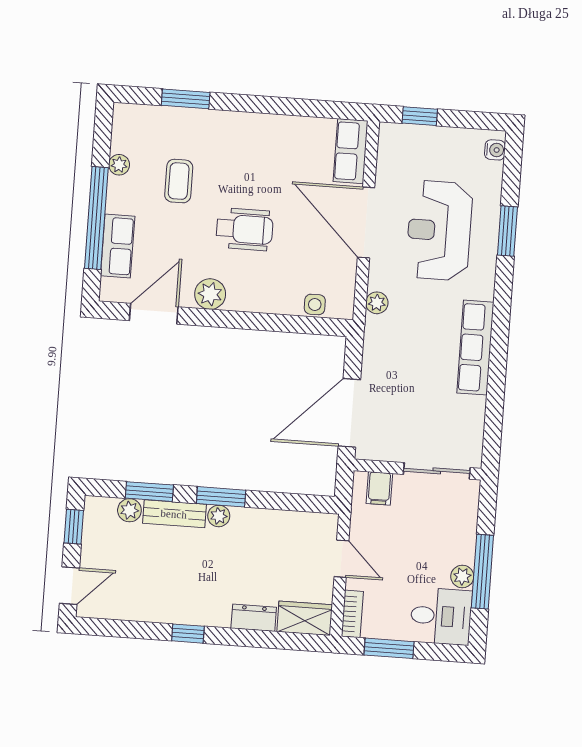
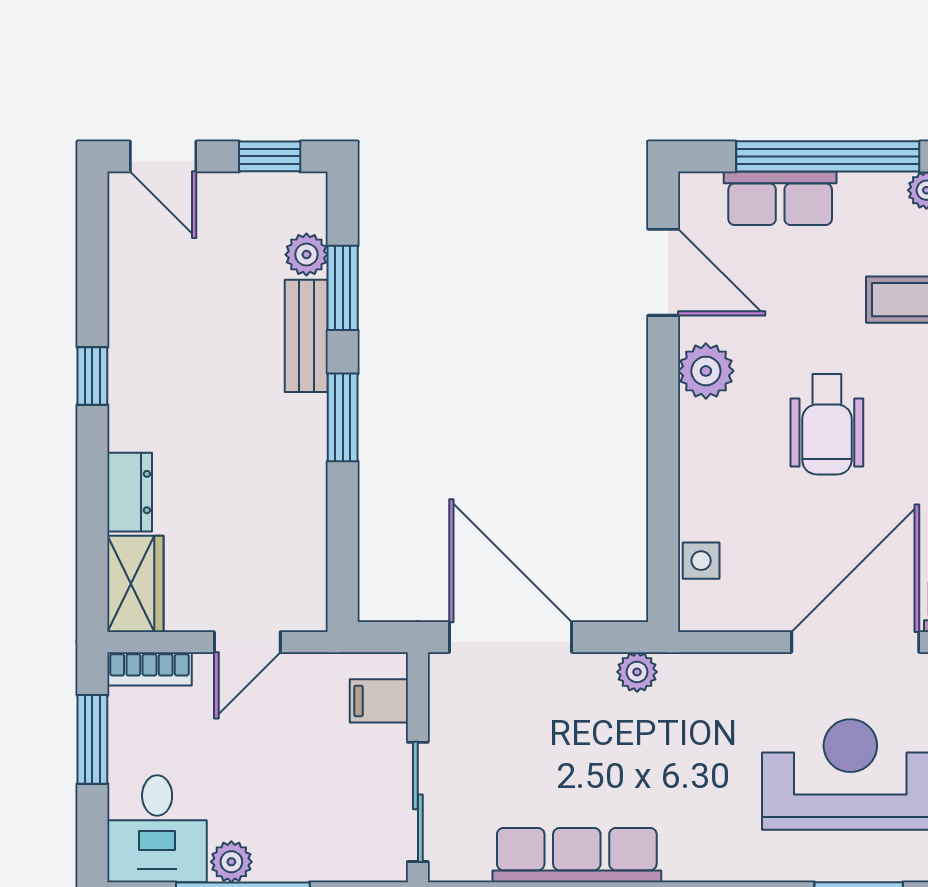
plant: (377, 303) -> (637, 672), moved
row of seats: (475, 348) -> (577, 855), moved
plant: (219, 516) -> (308, 416), removed

